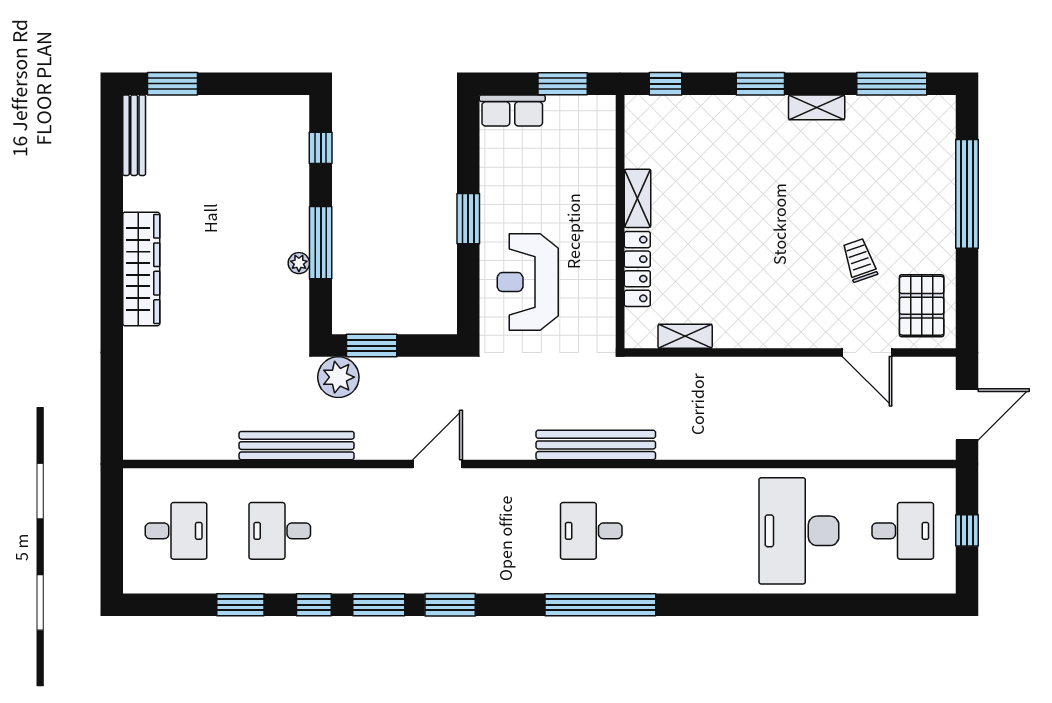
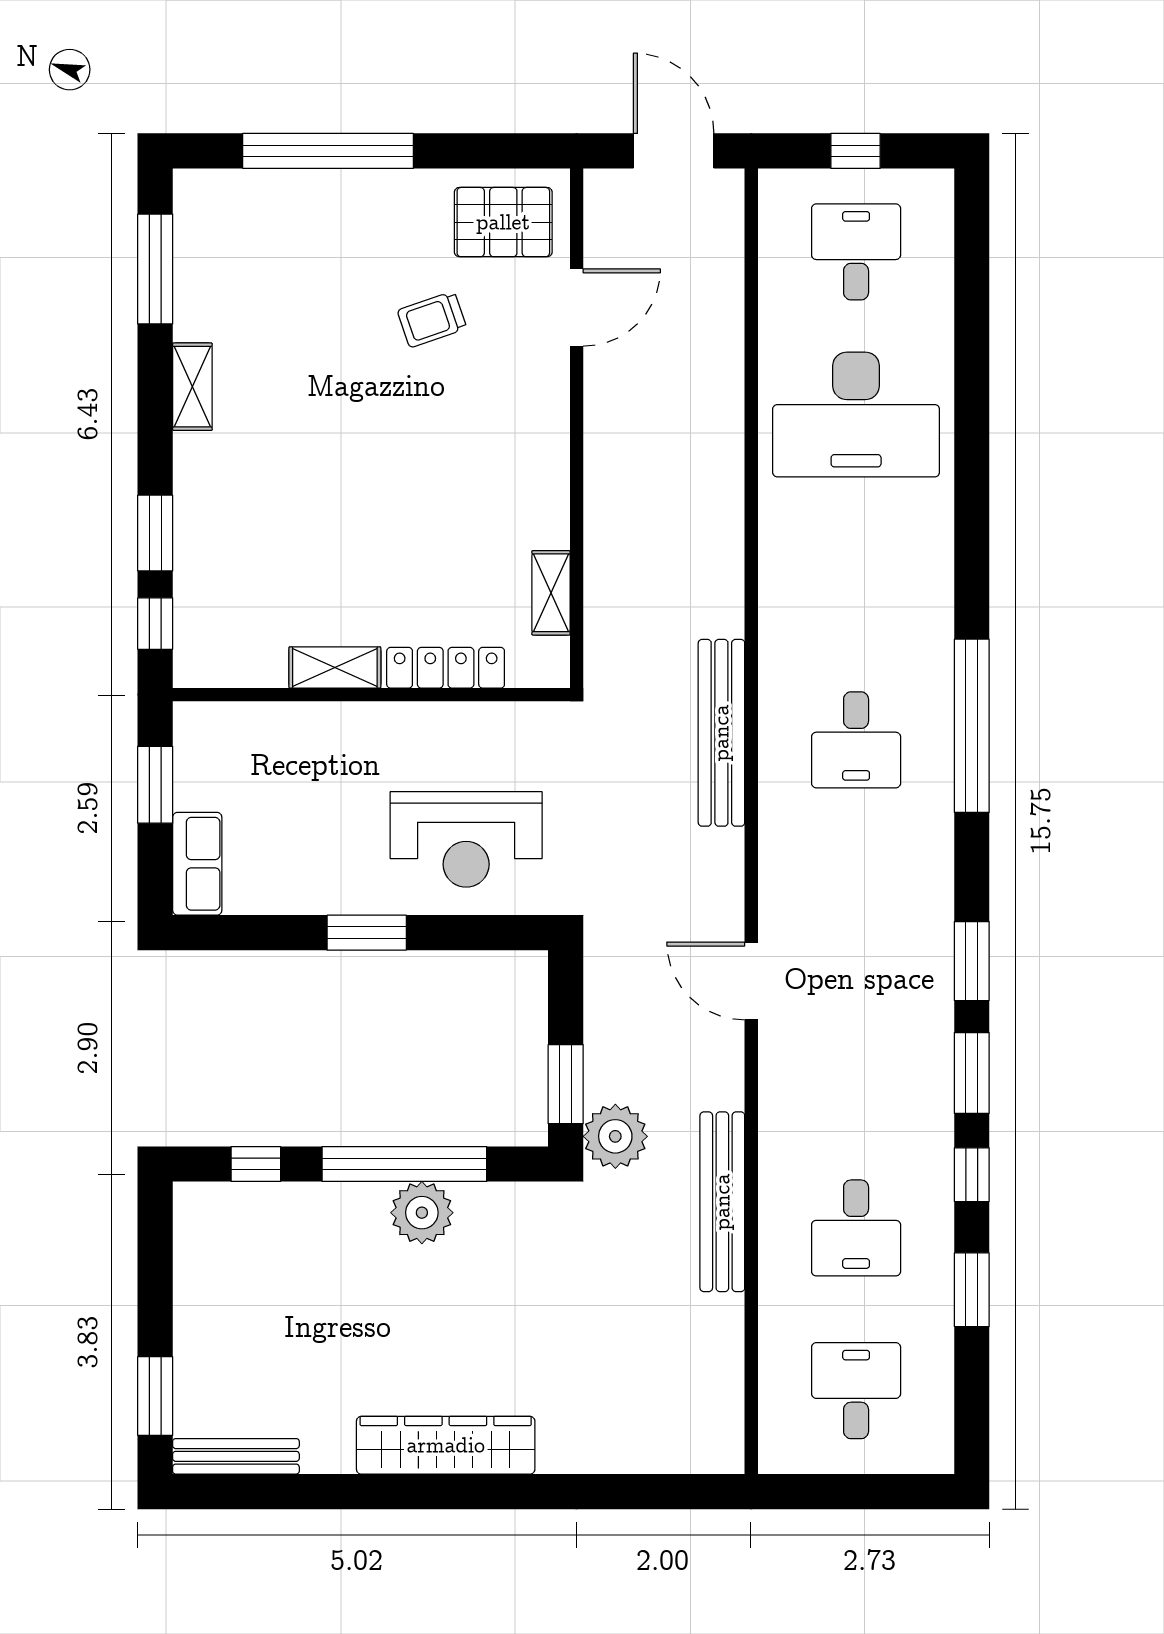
window: (760, 84) -> (155, 533), moved
window: (321, 243) -> (404, 1164), width x1.46
plant: (299, 263) -> (422, 1213), width x1.88, depth x1.88

